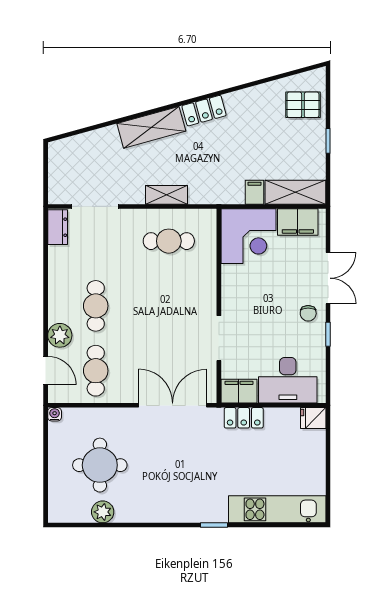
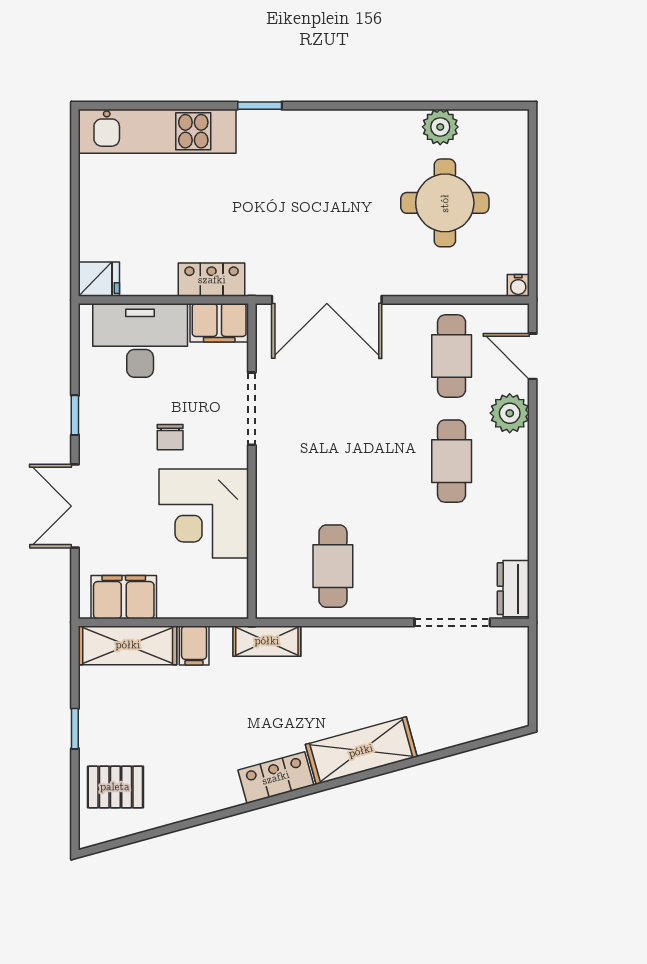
shelving: (167, 195) -> (267, 641), moved
corner desk: (248, 236) -> (204, 514), moved, turned -90
cafe table: (169, 241) -> (333, 566), turned 90
chair: (308, 313) -> (170, 437), moved, turned 180

